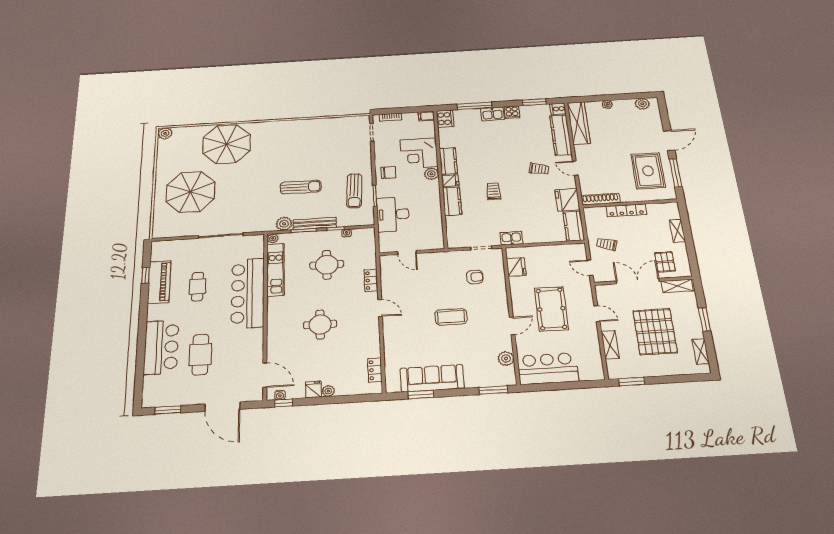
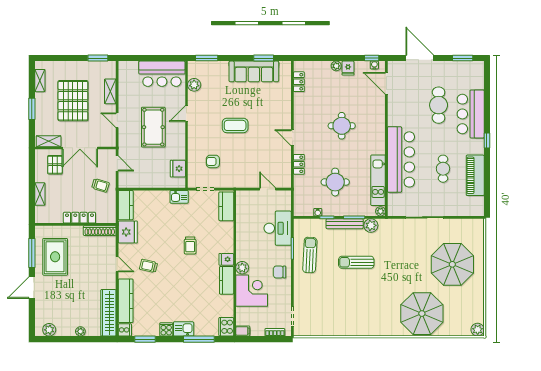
kitchen counter: (452, 201) -> (226, 206), moved
window: (146, 275) -> (487, 140), moved

